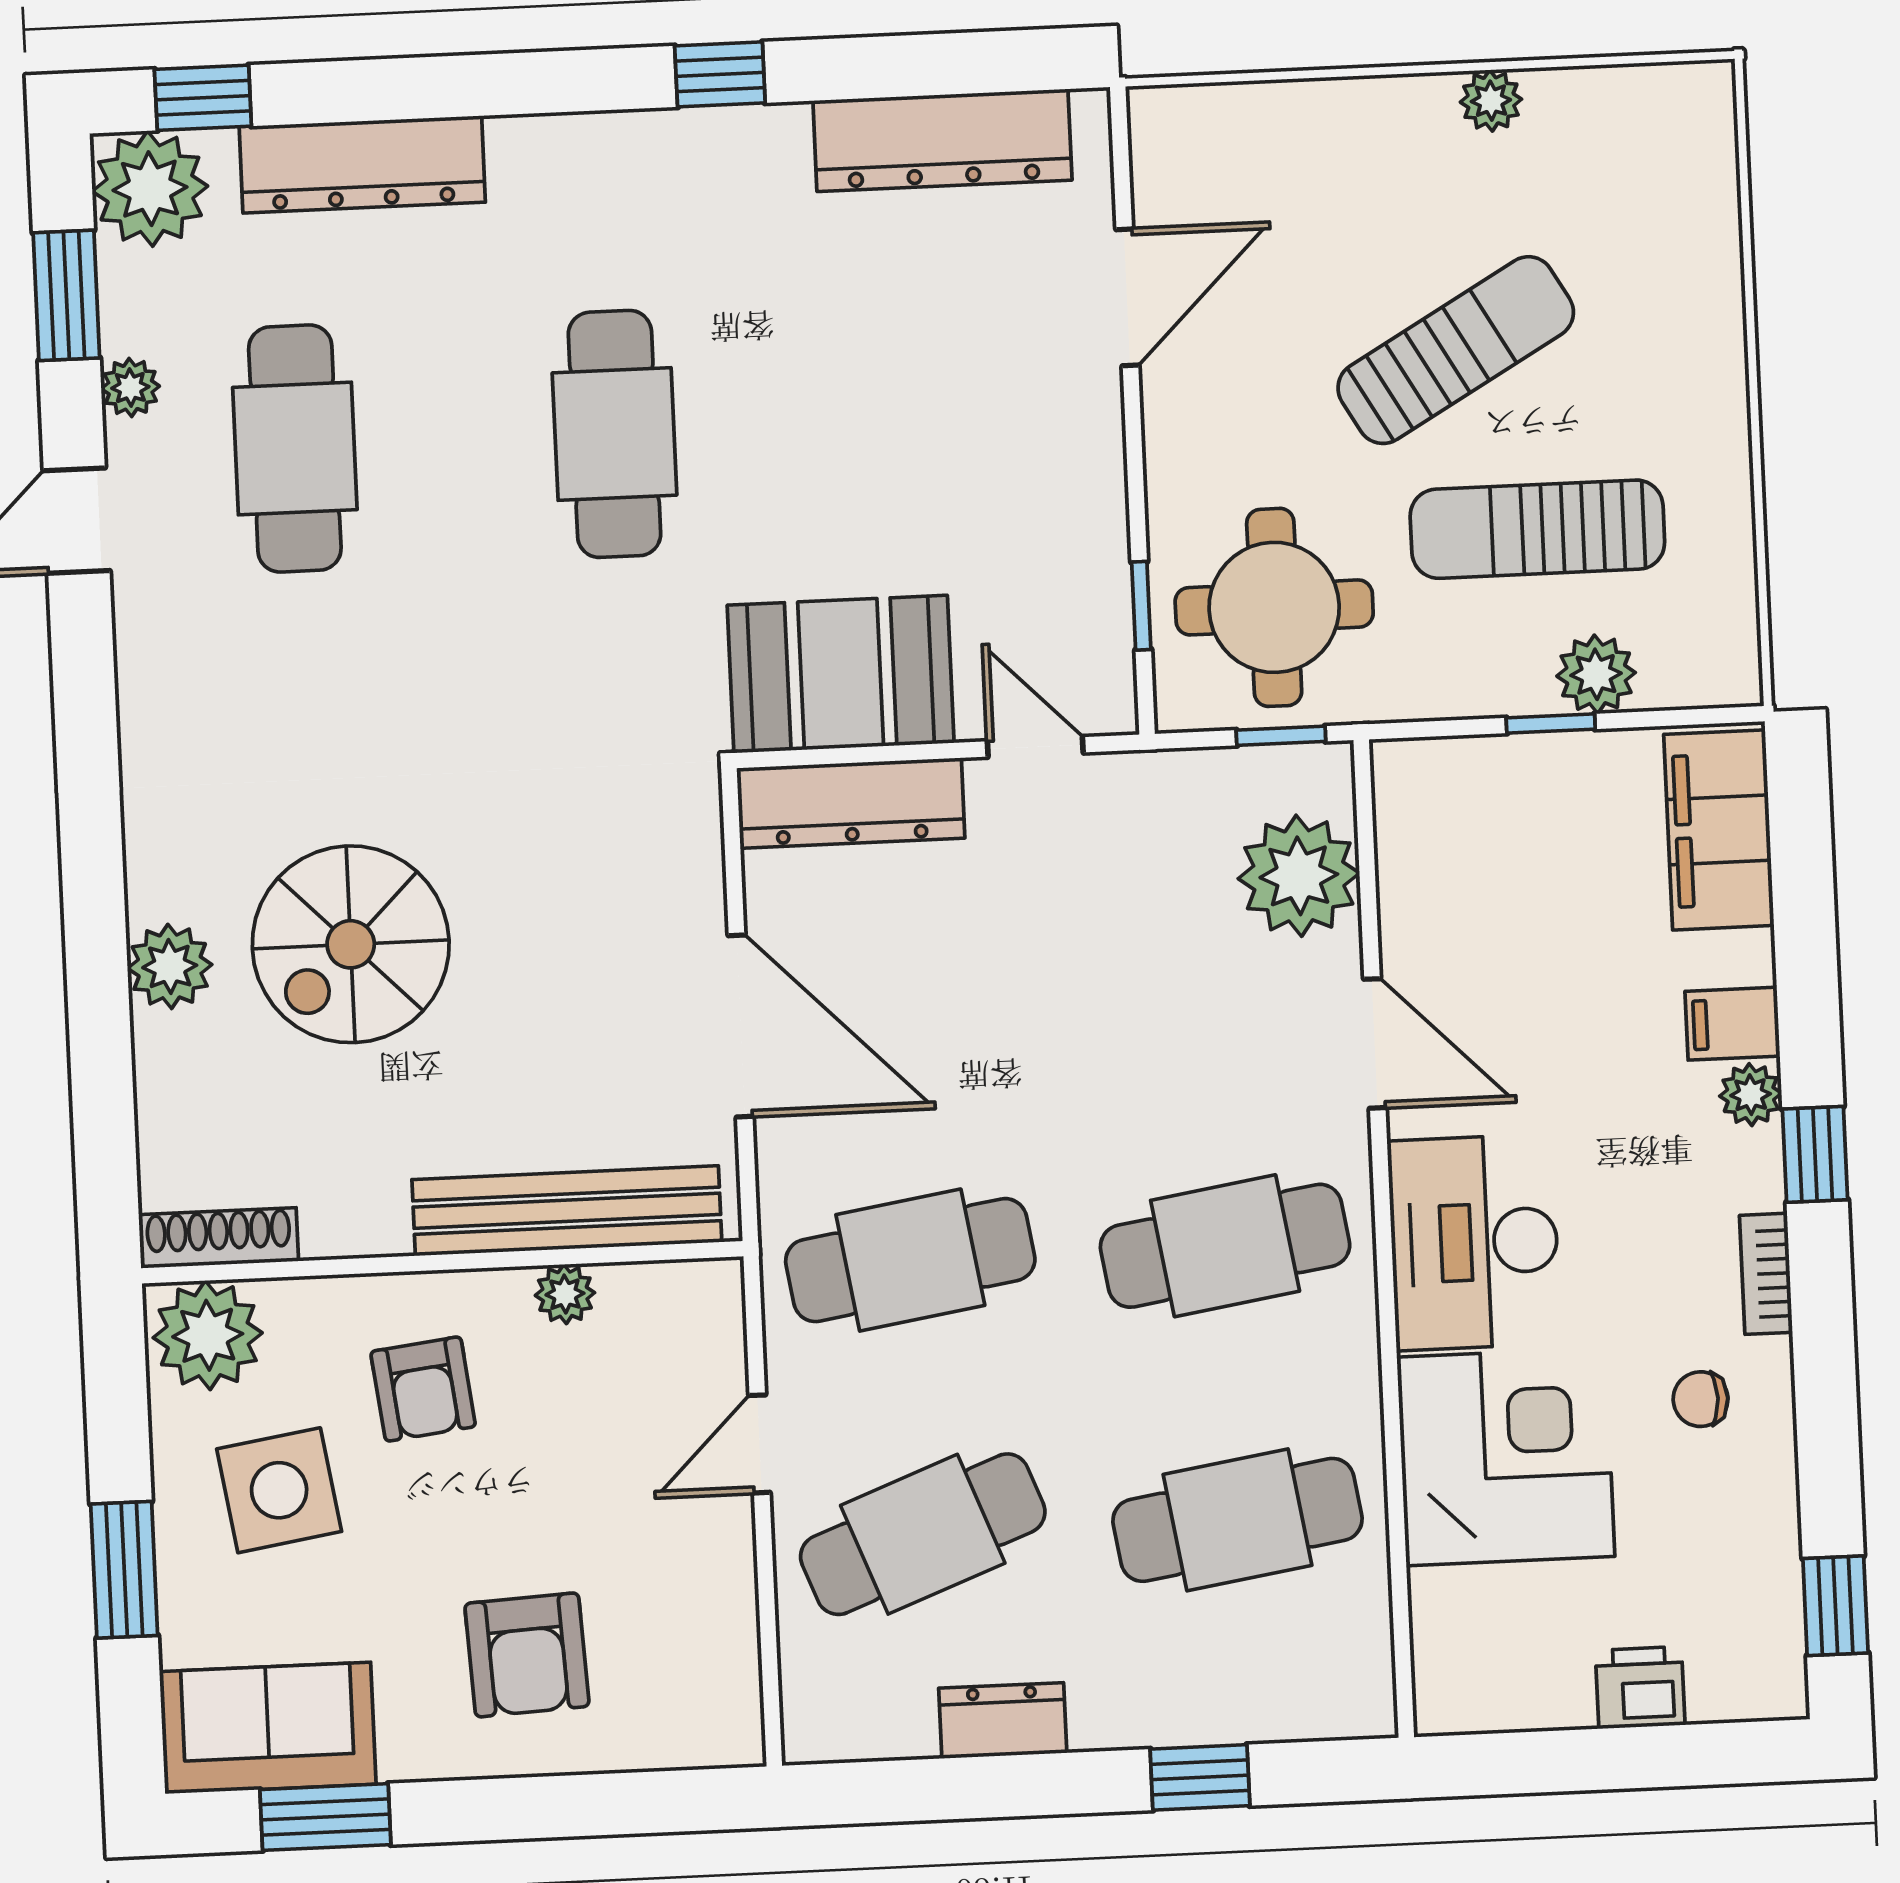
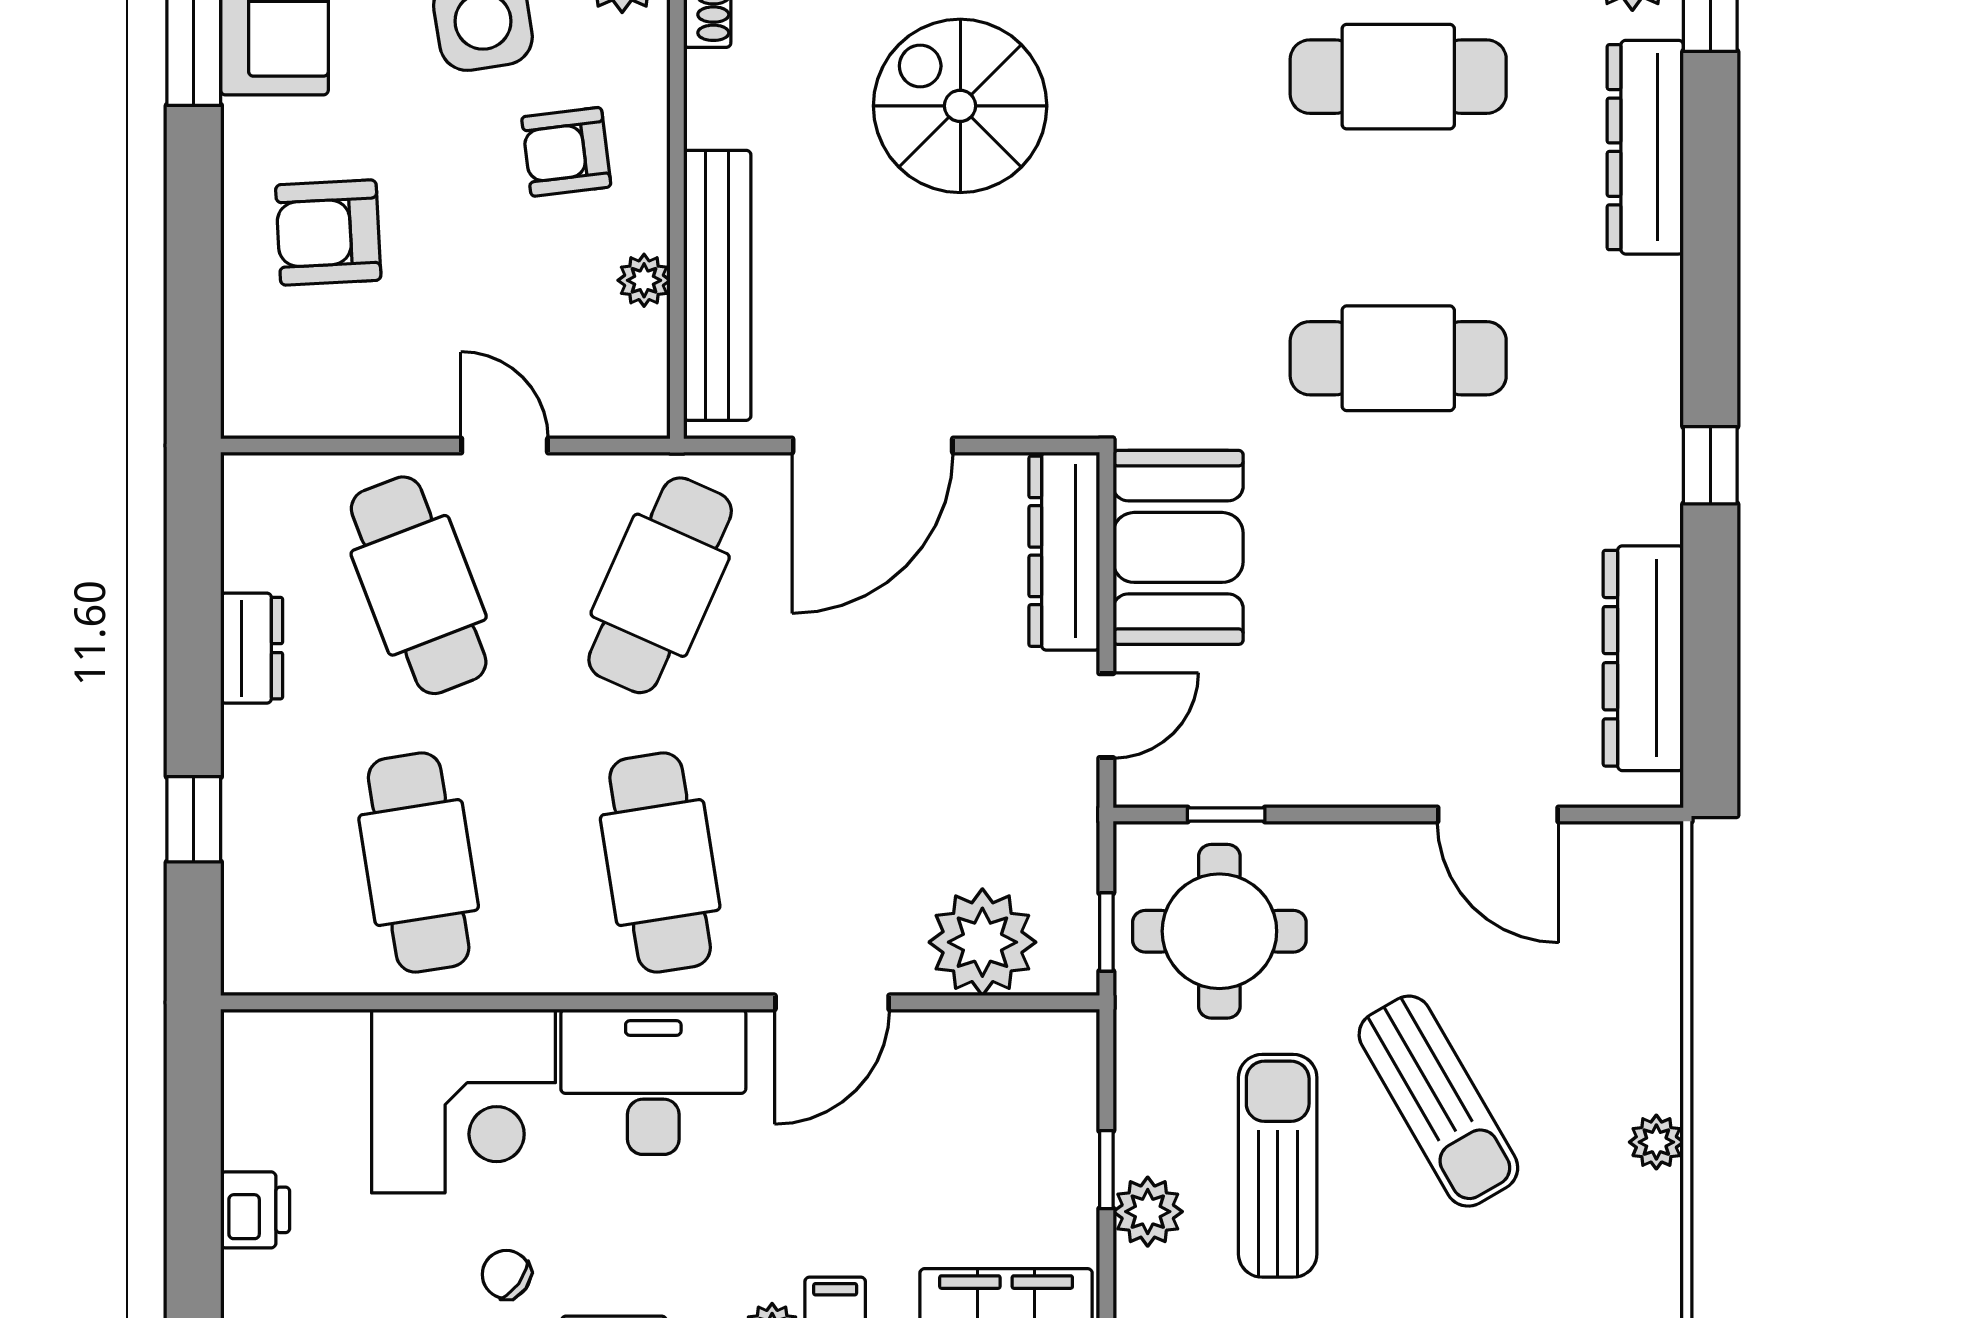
cafe table: (910, 1260) -> (660, 585), turned 33
chair: (1701, 1399) -> (506, 1274), turned -54

